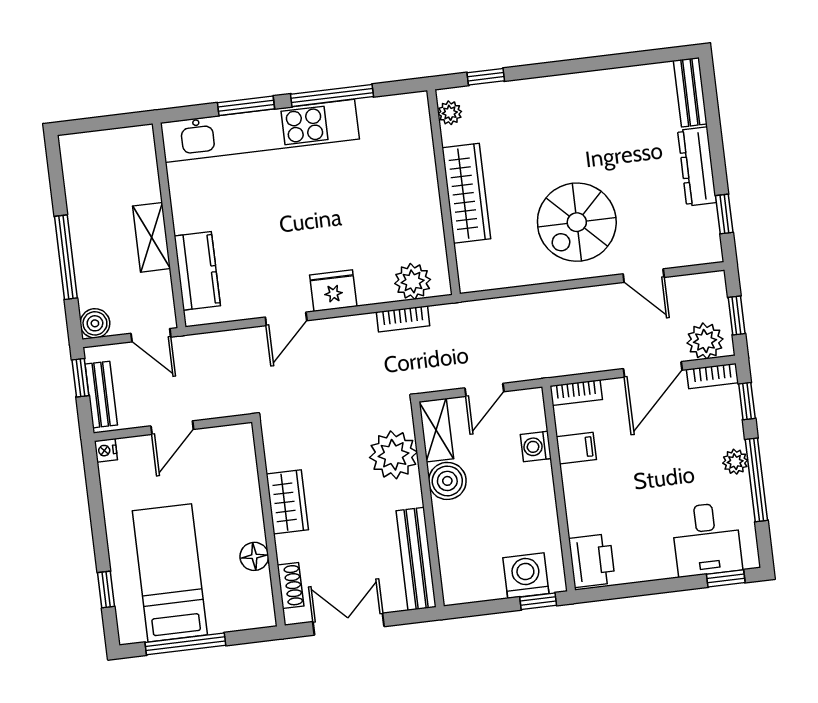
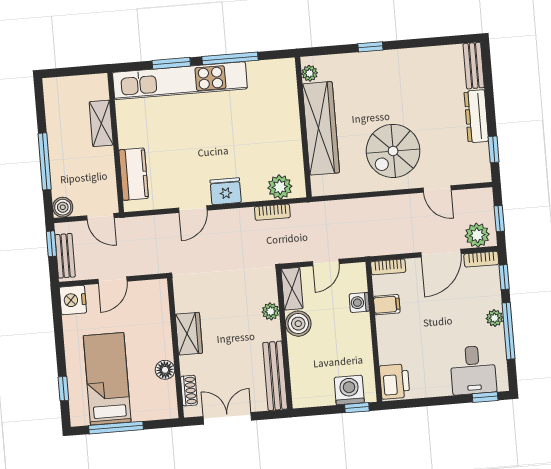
window: (486, 77) -> (370, 47), moved
wardrobe: (466, 193) -> (321, 128), width x1.40, depth x1.17
shelving: (151, 237) -> (101, 123), moved
nightstand: (106, 450) -> (73, 300), width x1.89, depth x1.79
plant: (393, 455) -> (271, 311), width x0.53, depth x0.53

